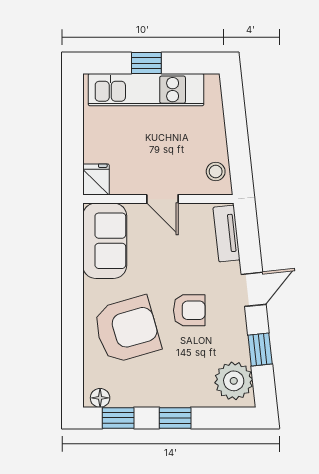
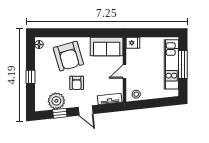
window: (146, 63) -> (183, 64), width x2.17
plant: (234, 381) -> (56, 101), moved
window: (118, 418) -> (30, 52), removed

